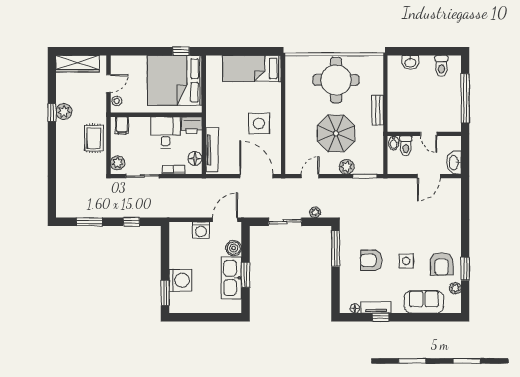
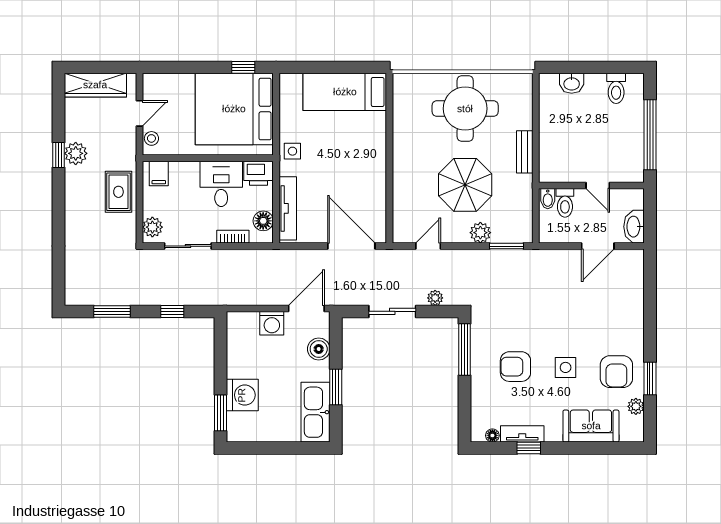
side table: (259, 123) -> (292, 151), moved, width x0.54, depth x0.54
kitchen sink: (231, 278) -> (315, 412), moved

